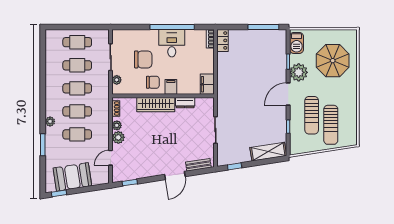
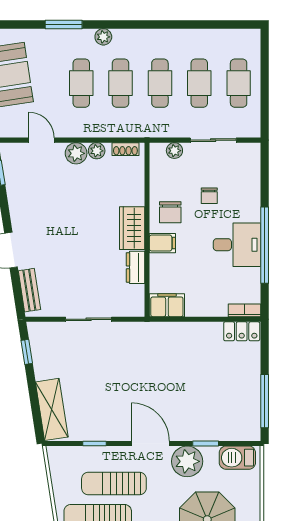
chair: (143, 59) -> (209, 196), width x0.54, depth x0.54
wardrobe: (156, 105) -> (132, 228), width x0.67

